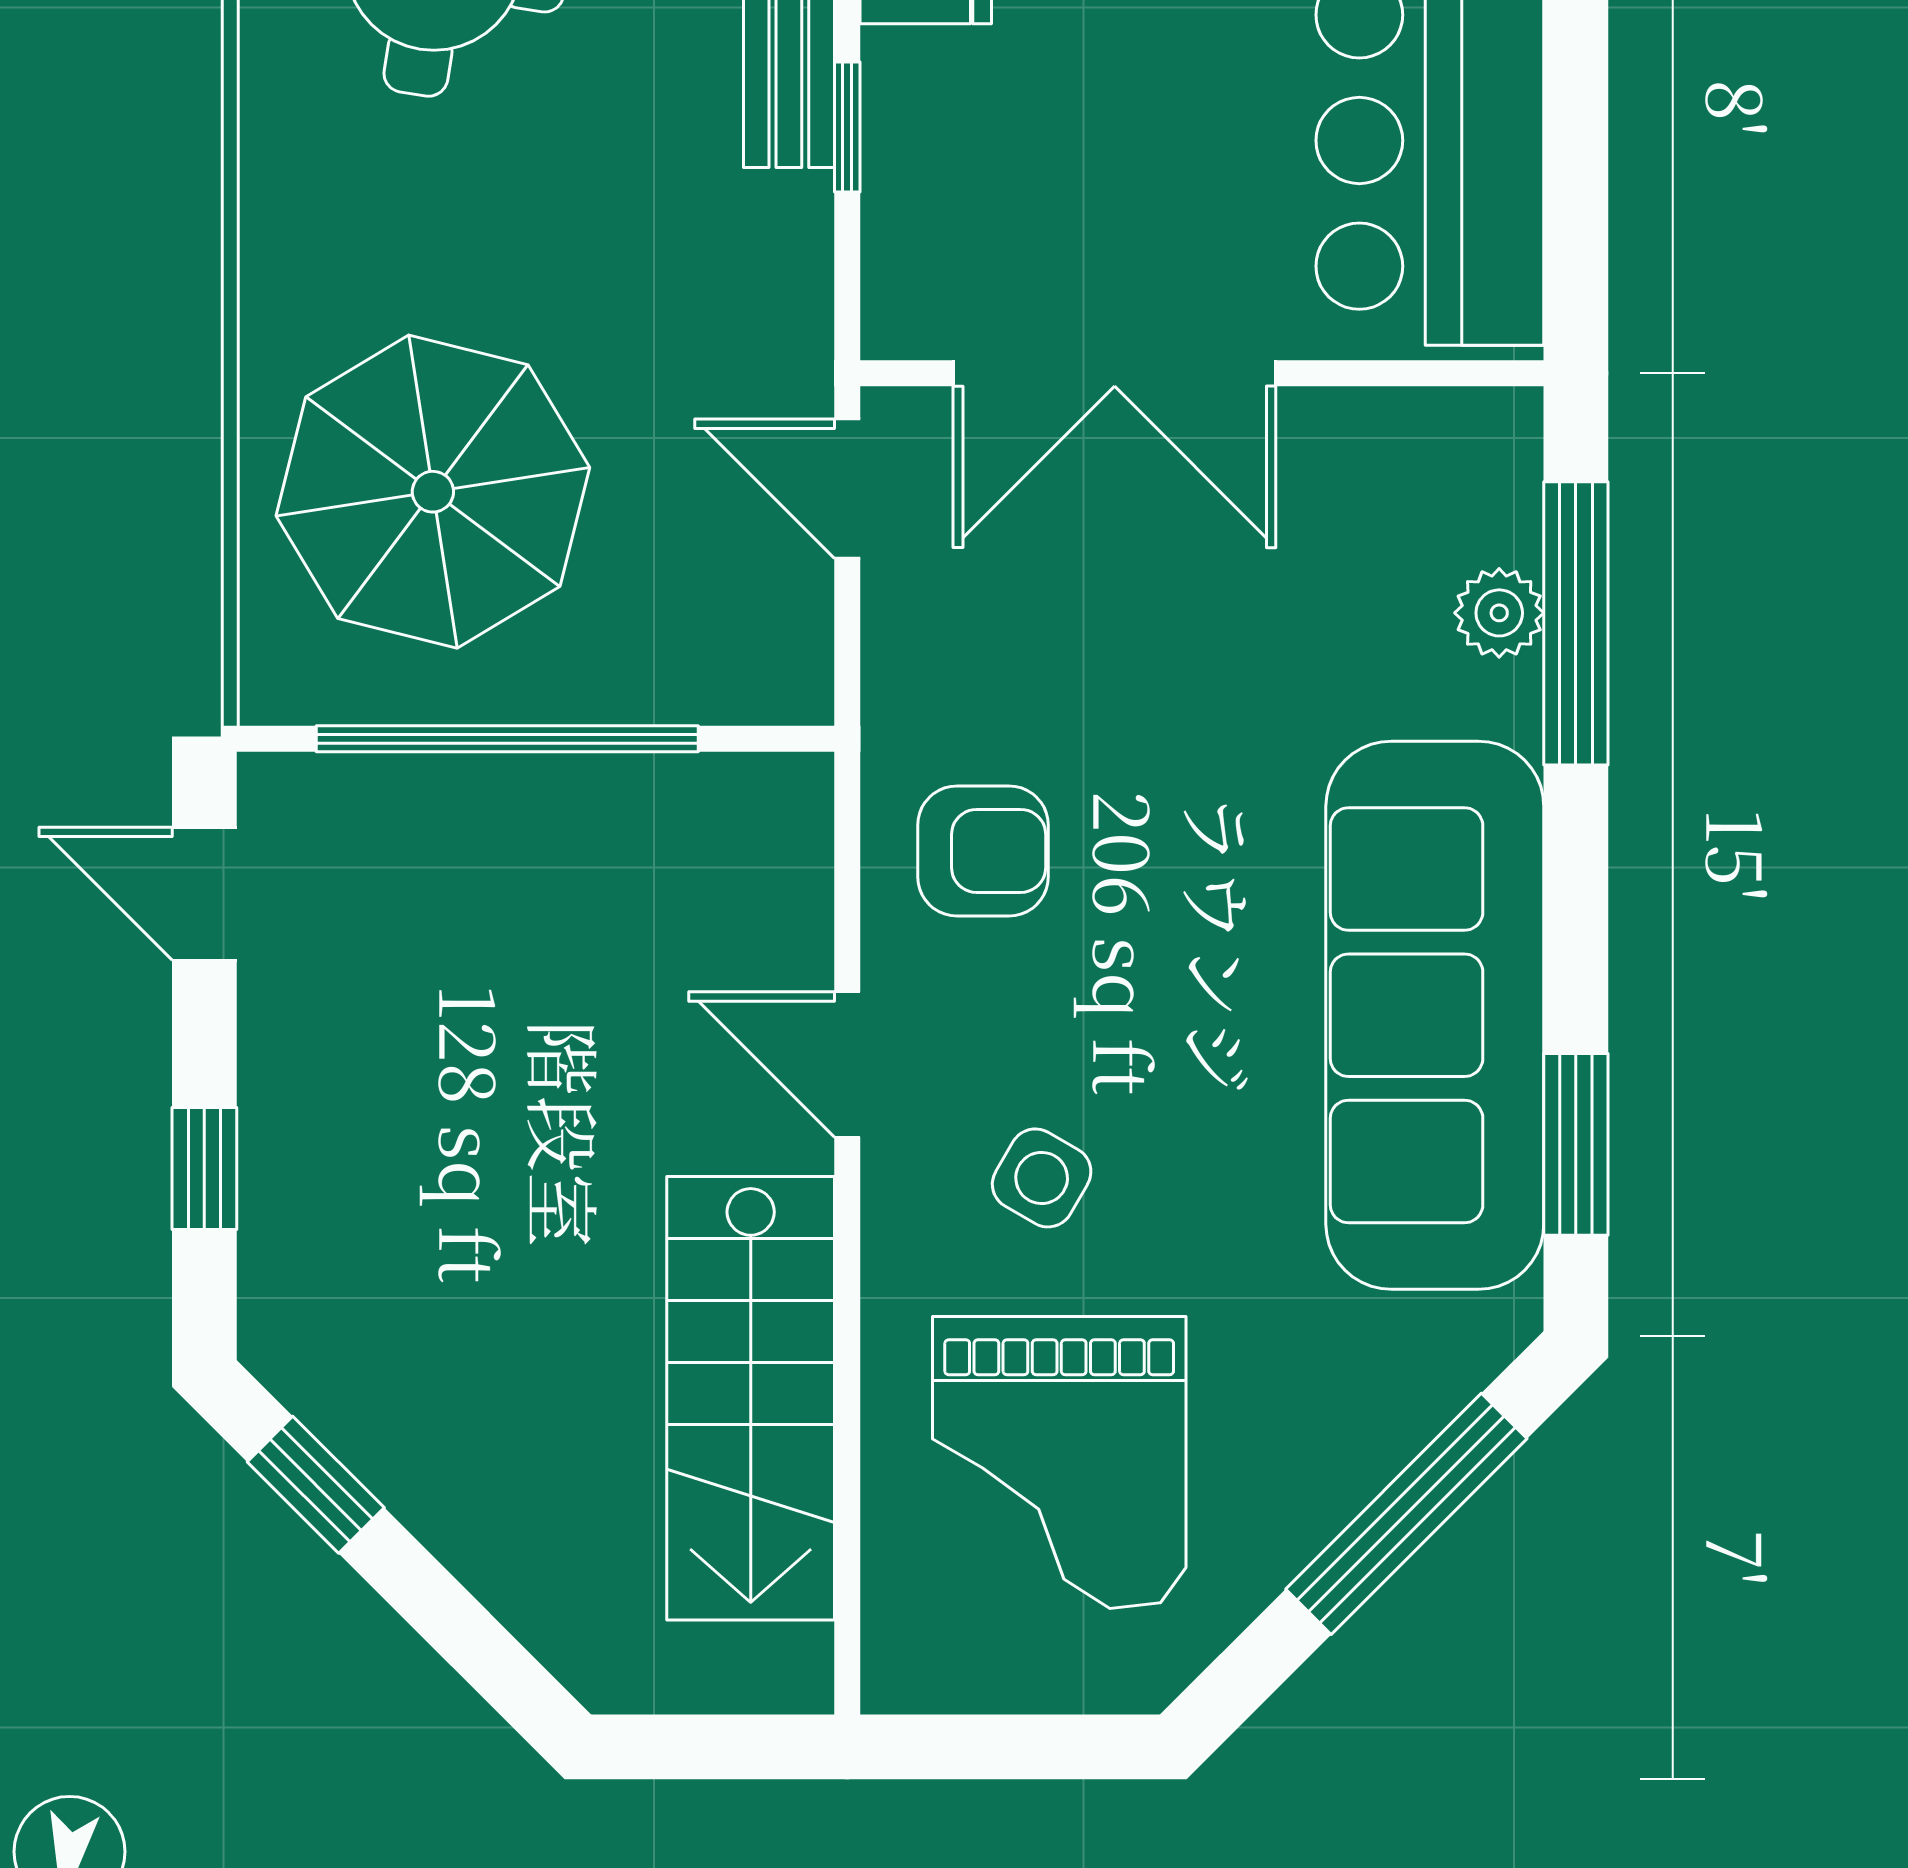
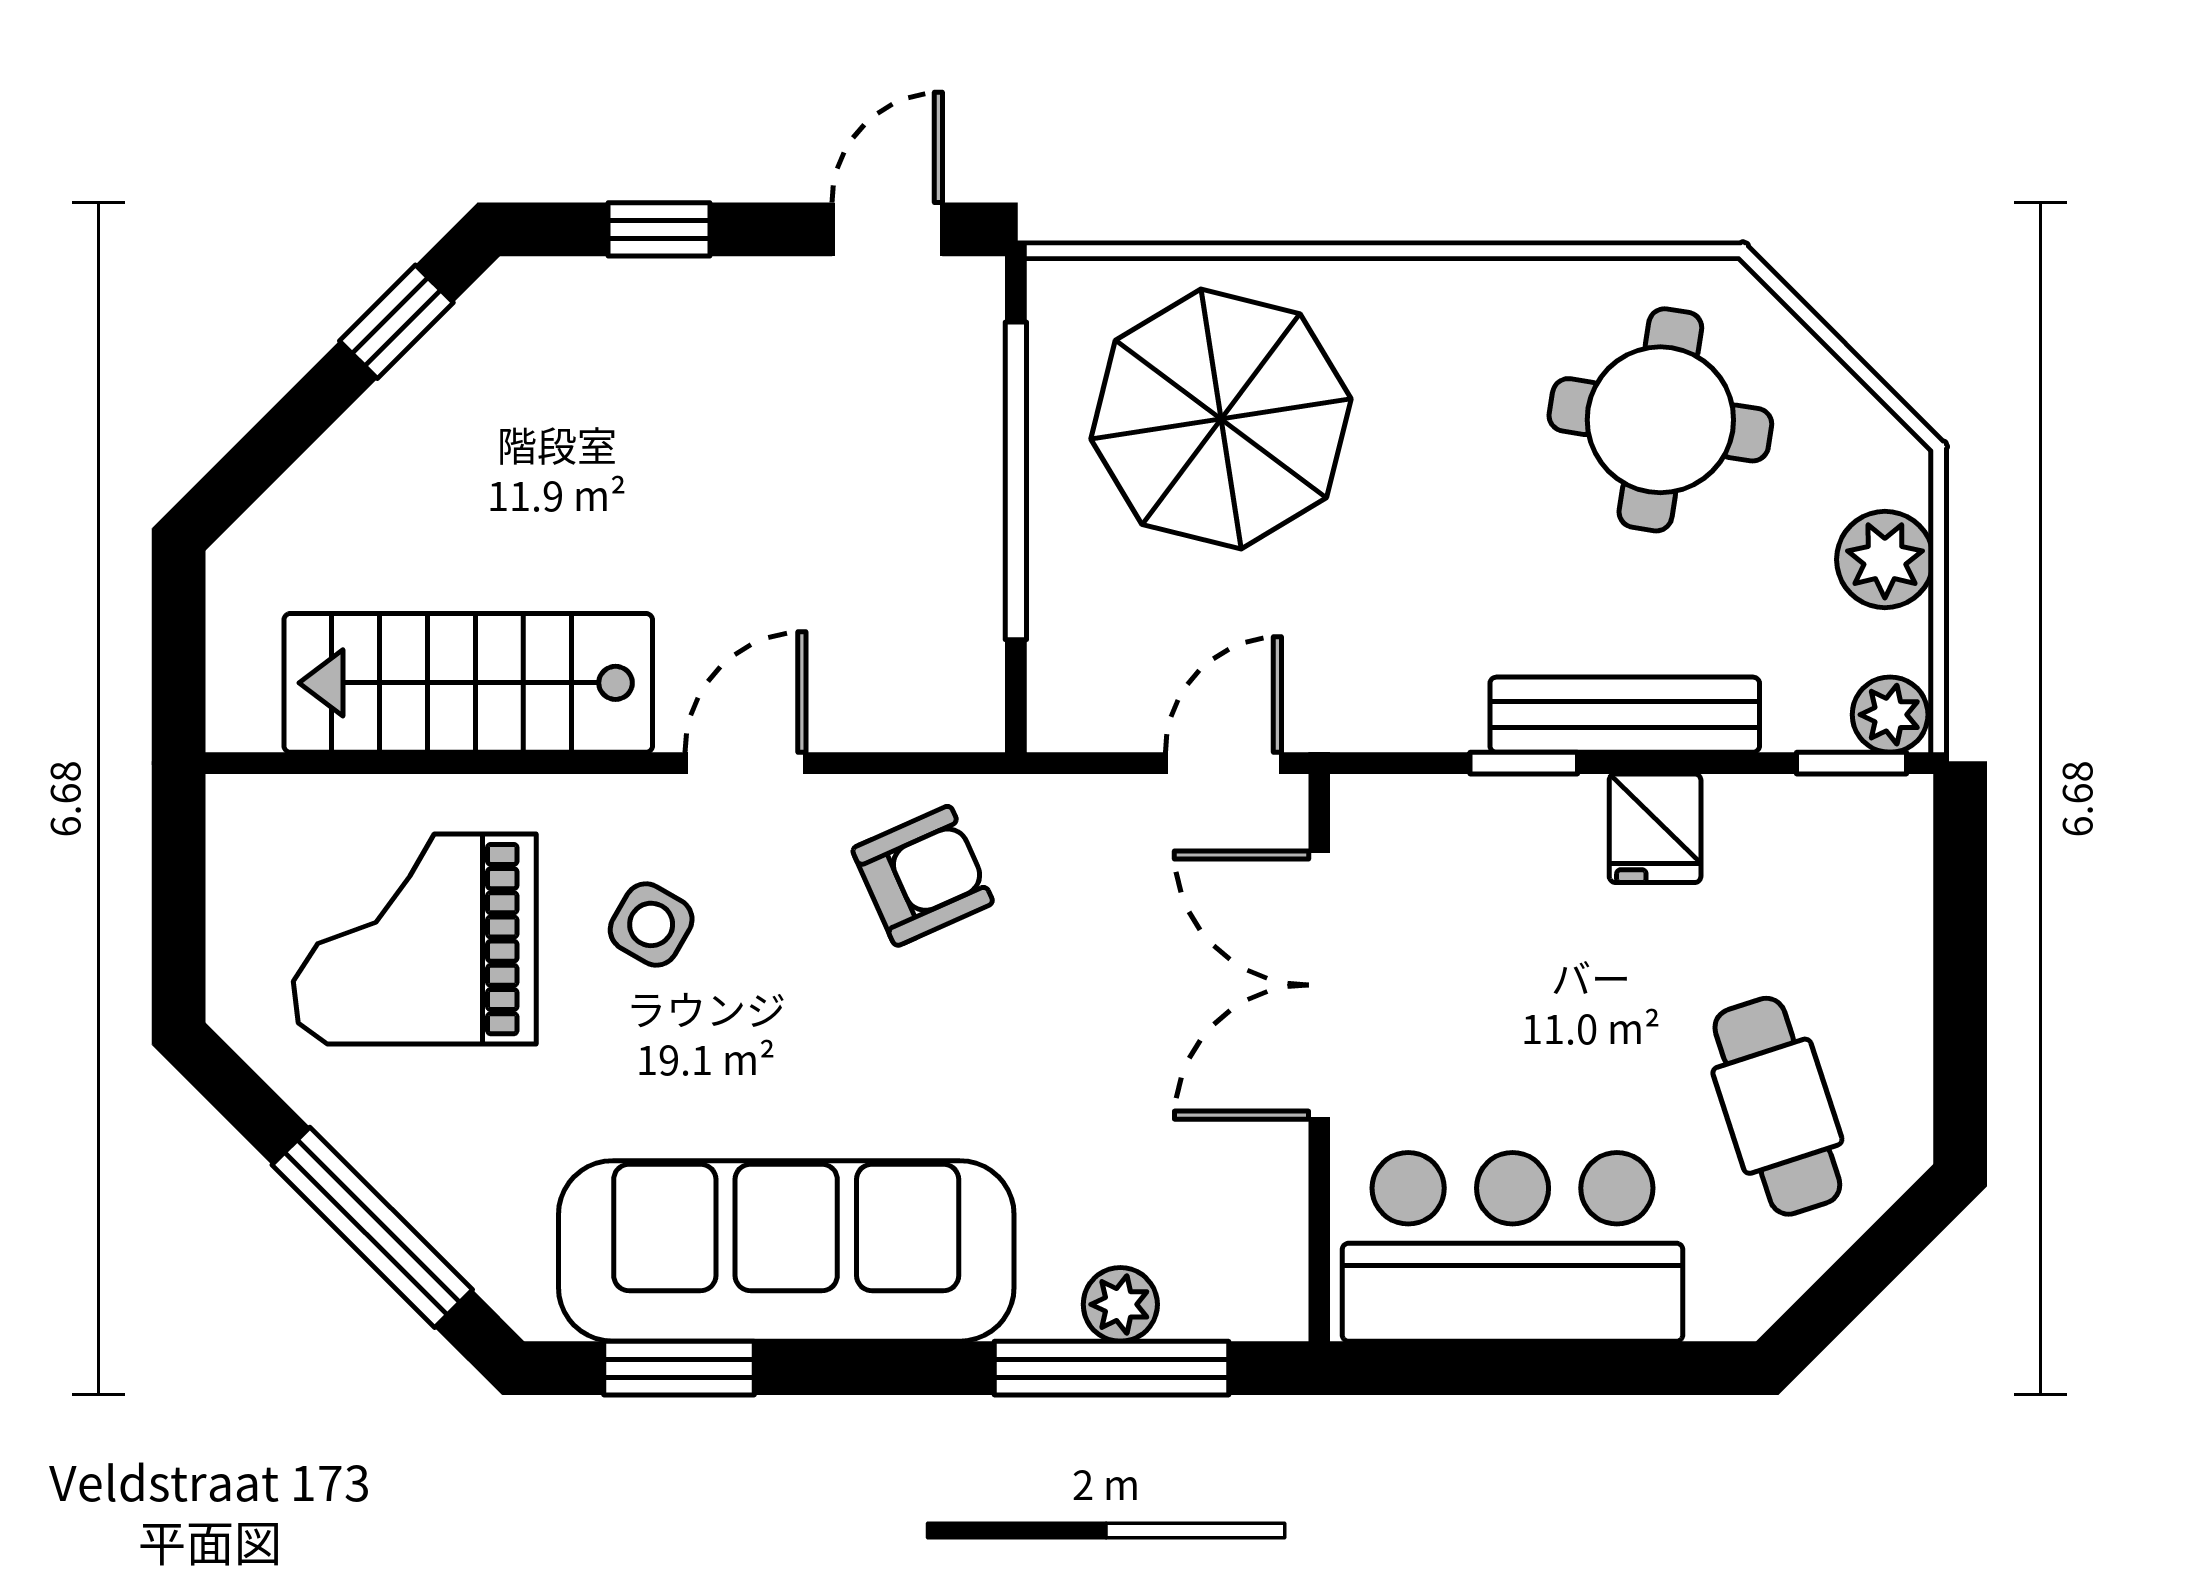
armchair: (983, 851) -> (923, 876), turned -114

